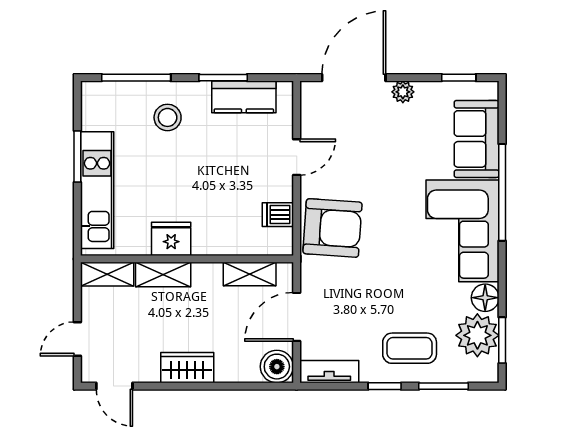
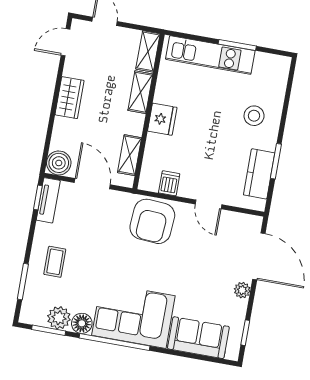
window: (136, 78) -> (287, 98), removed
window: (502, 192) -> (114, 342), moved
fridge: (171, 239) -> (162, 119), moved
plant: (477, 335) -> (59, 318), width x0.73, depth x0.73
coffee table: (410, 348) -> (55, 262), width x0.73, depth x0.77
window: (385, 386) -> (38, 198), moved

